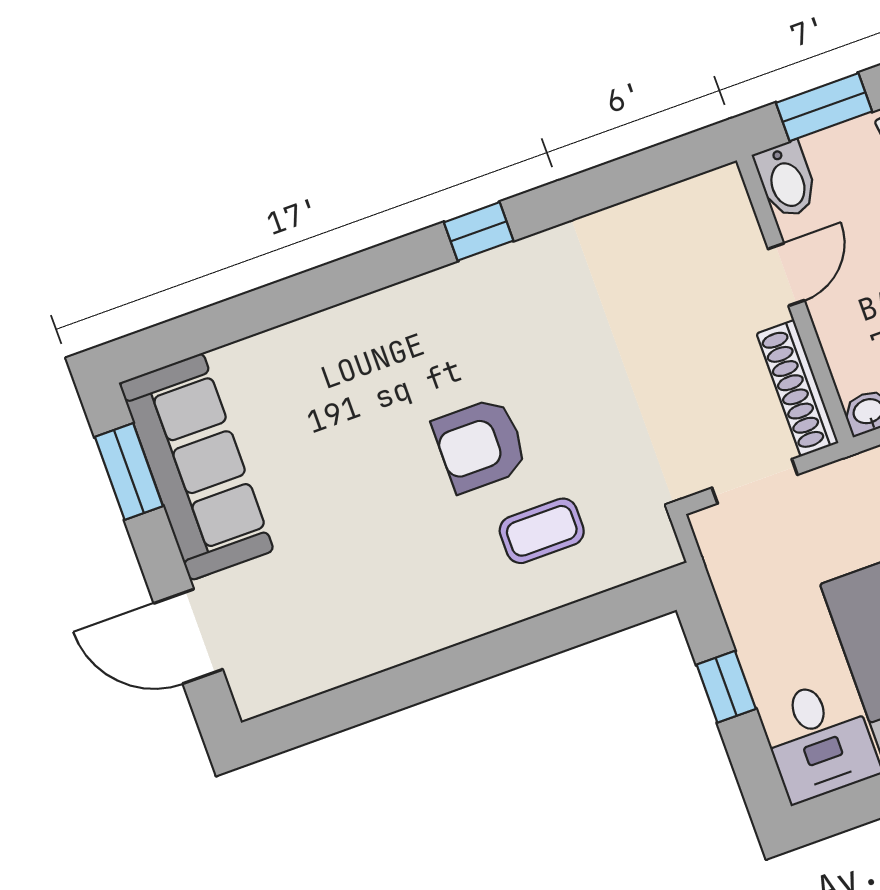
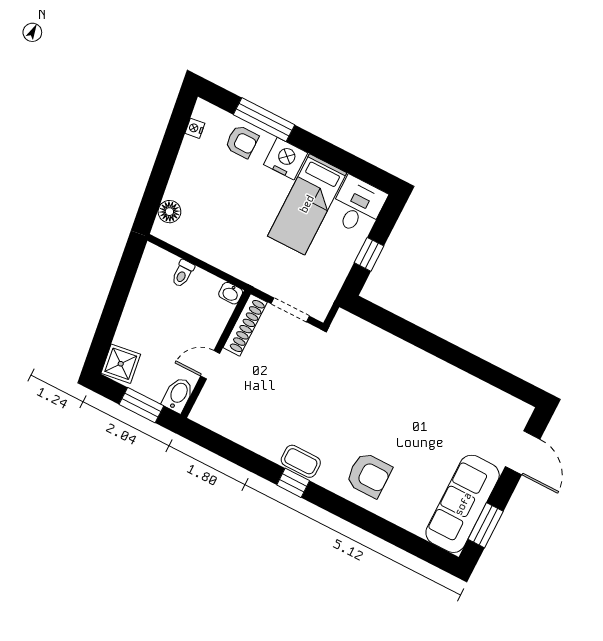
armchair: (480, 445) -> (369, 475), moved
coffee table: (542, 531) -> (301, 461), moved

